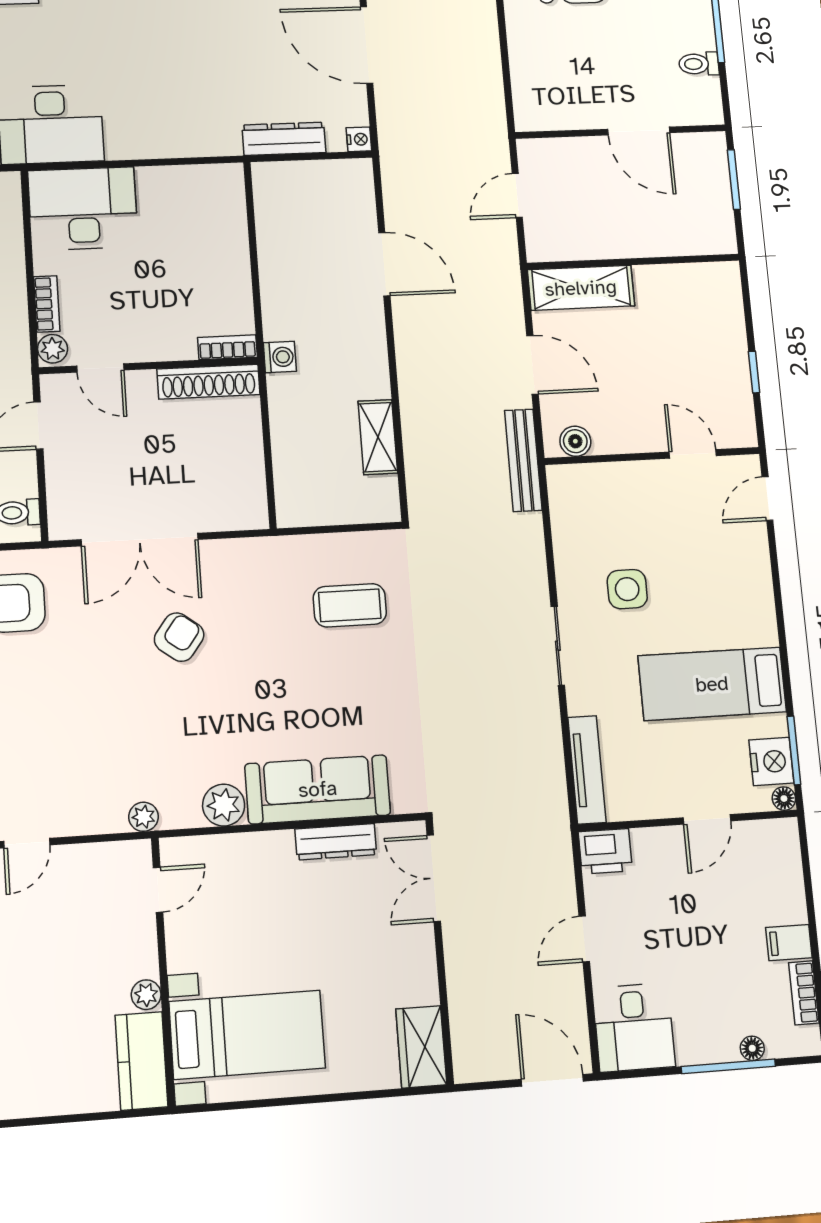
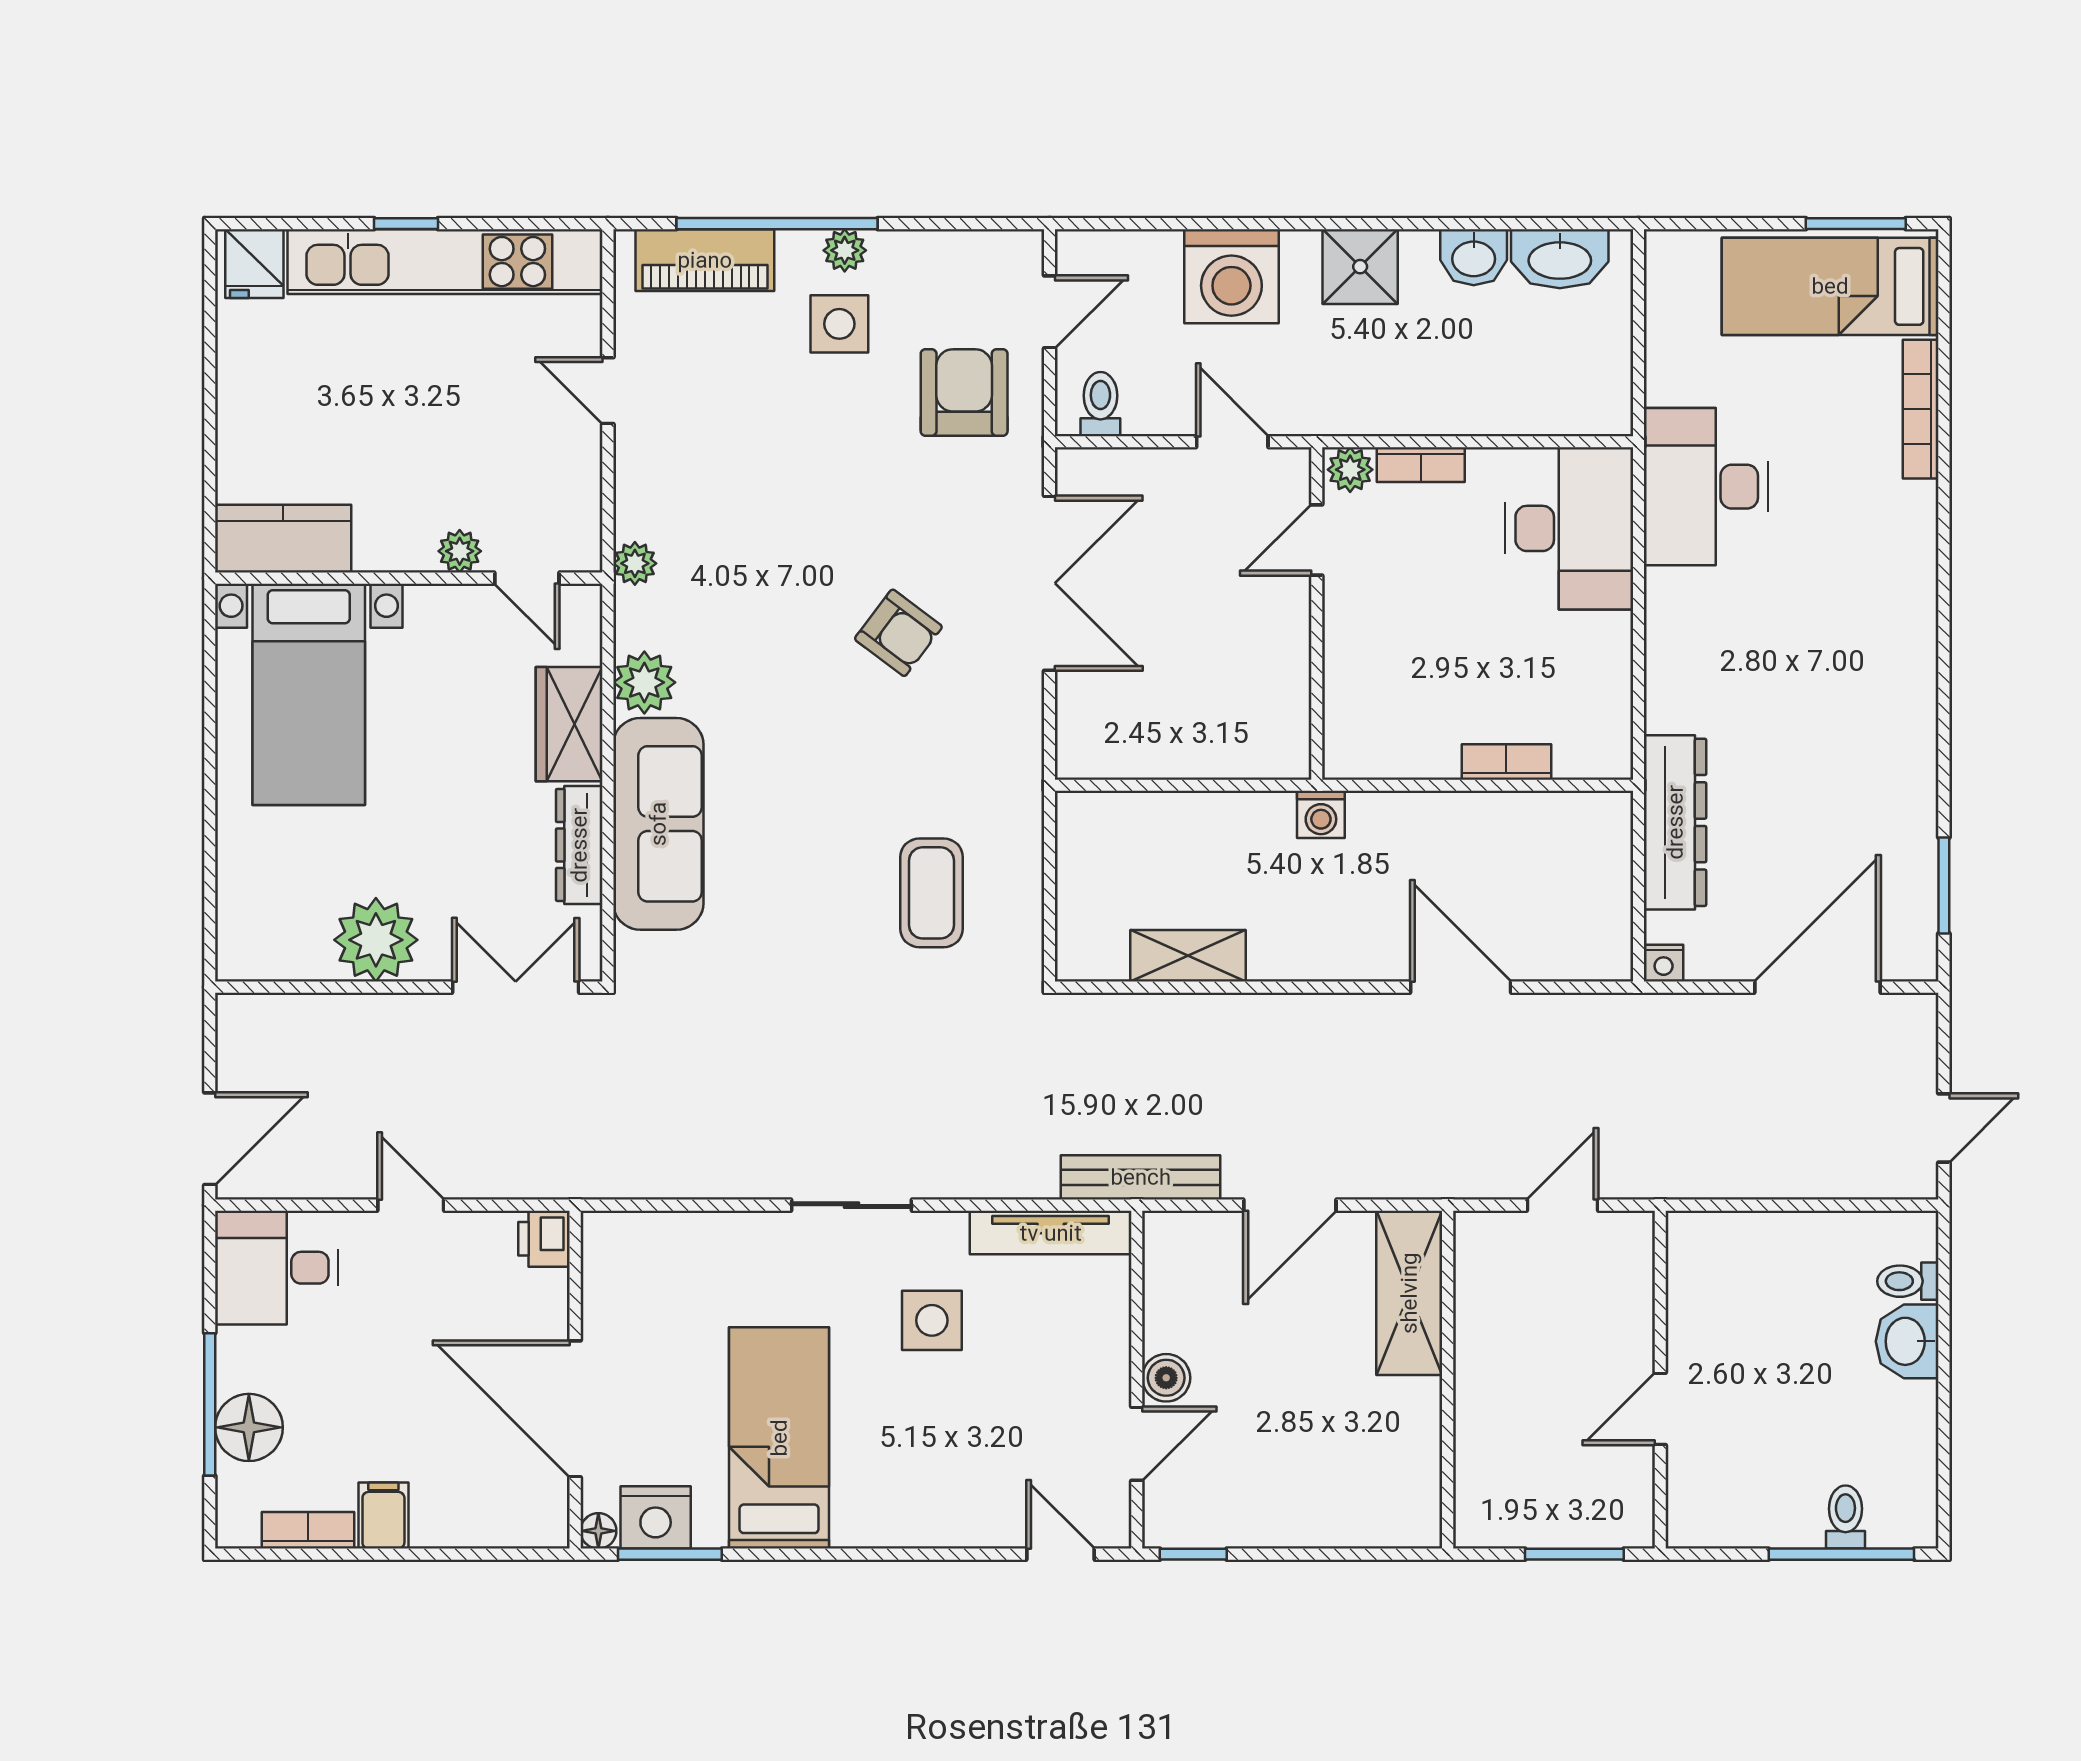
toilet: (699, 64) -> (1845, 1517), moved
door: (639, 131) -> (1660, 1409), width x0.73
dresser: (284, 139) -> (1675, 822), width x1.37, depth x1.24
door: (517, 195) -> (1563, 1205), hinge flipped
door: (384, 264) -> (1461, 987), swing flipped
bookcase: (227, 347) -> (1506, 762), moved, turned -90
window: (754, 372) -> (1193, 1554), moved
shoe rack: (209, 382) -> (1287, 703), removed
boiler: (575, 441) -> (1166, 1378), moved
double door: (140, 540) -> (1050, 583), swing flipped
tv unit: (587, 770) -> (1051, 1233), moved
door: (707, 819) -> (575, 1409), width x1.88
printer: (605, 851) -> (544, 1239), width x0.73, depth x0.81
plant: (410, 976) -> (376, 940), added
plant: (146, 995) -> (460, 551), moved
wardrobe: (421, 1047) -> (569, 724), moved, turned -90
floor lamp: (752, 1048) -> (249, 1427), width x1.89, depth x1.89

